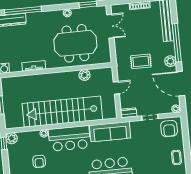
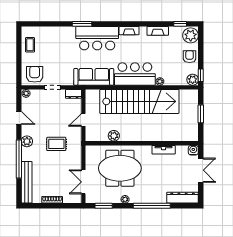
window: (23, 11) -> (152, 206), moved
door: (181, 84) -> (19, 118), width x0.53
armchair: (39, 161) -> (190, 57), moved

